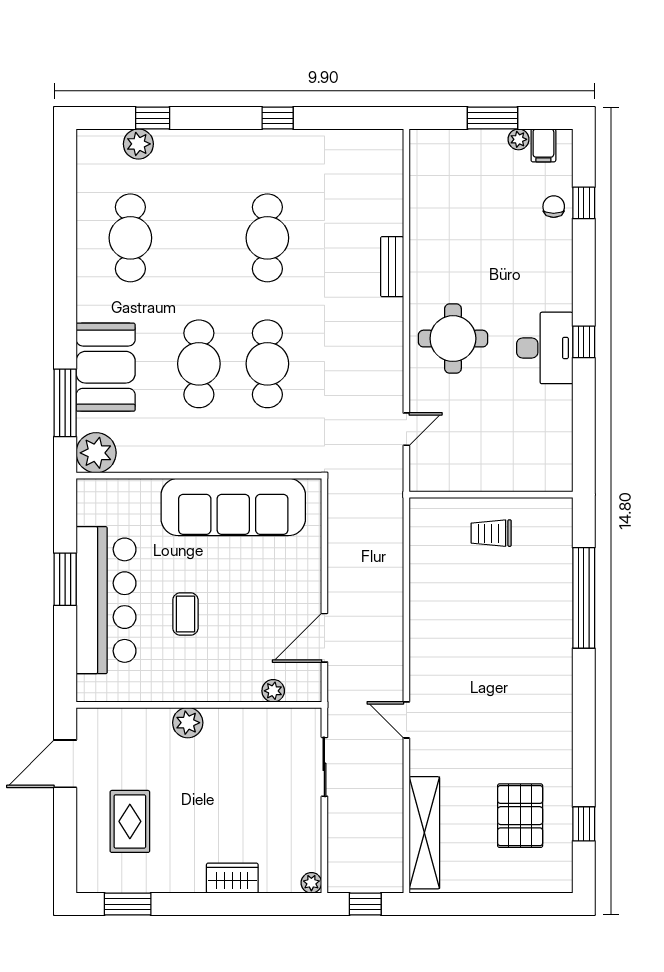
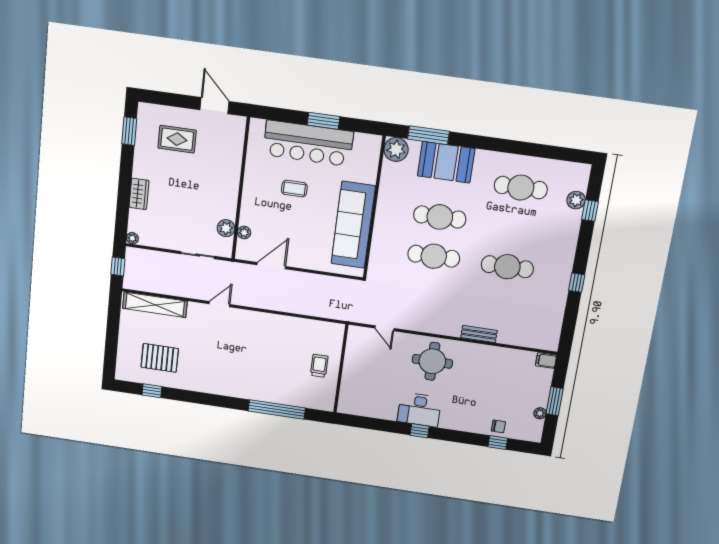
filing cabinet: (543, 145) -> (546, 360), moved
door: (324, 638) -> (271, 266), hinge flipped
plant: (188, 723) -> (226, 228), moved

